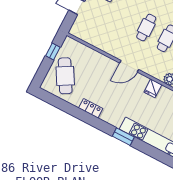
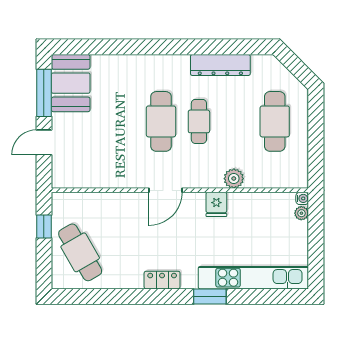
cafe table: (146, 27) -> (161, 121), width x1.37, depth x1.35
locker: (91, 108) -> (162, 280), moved

